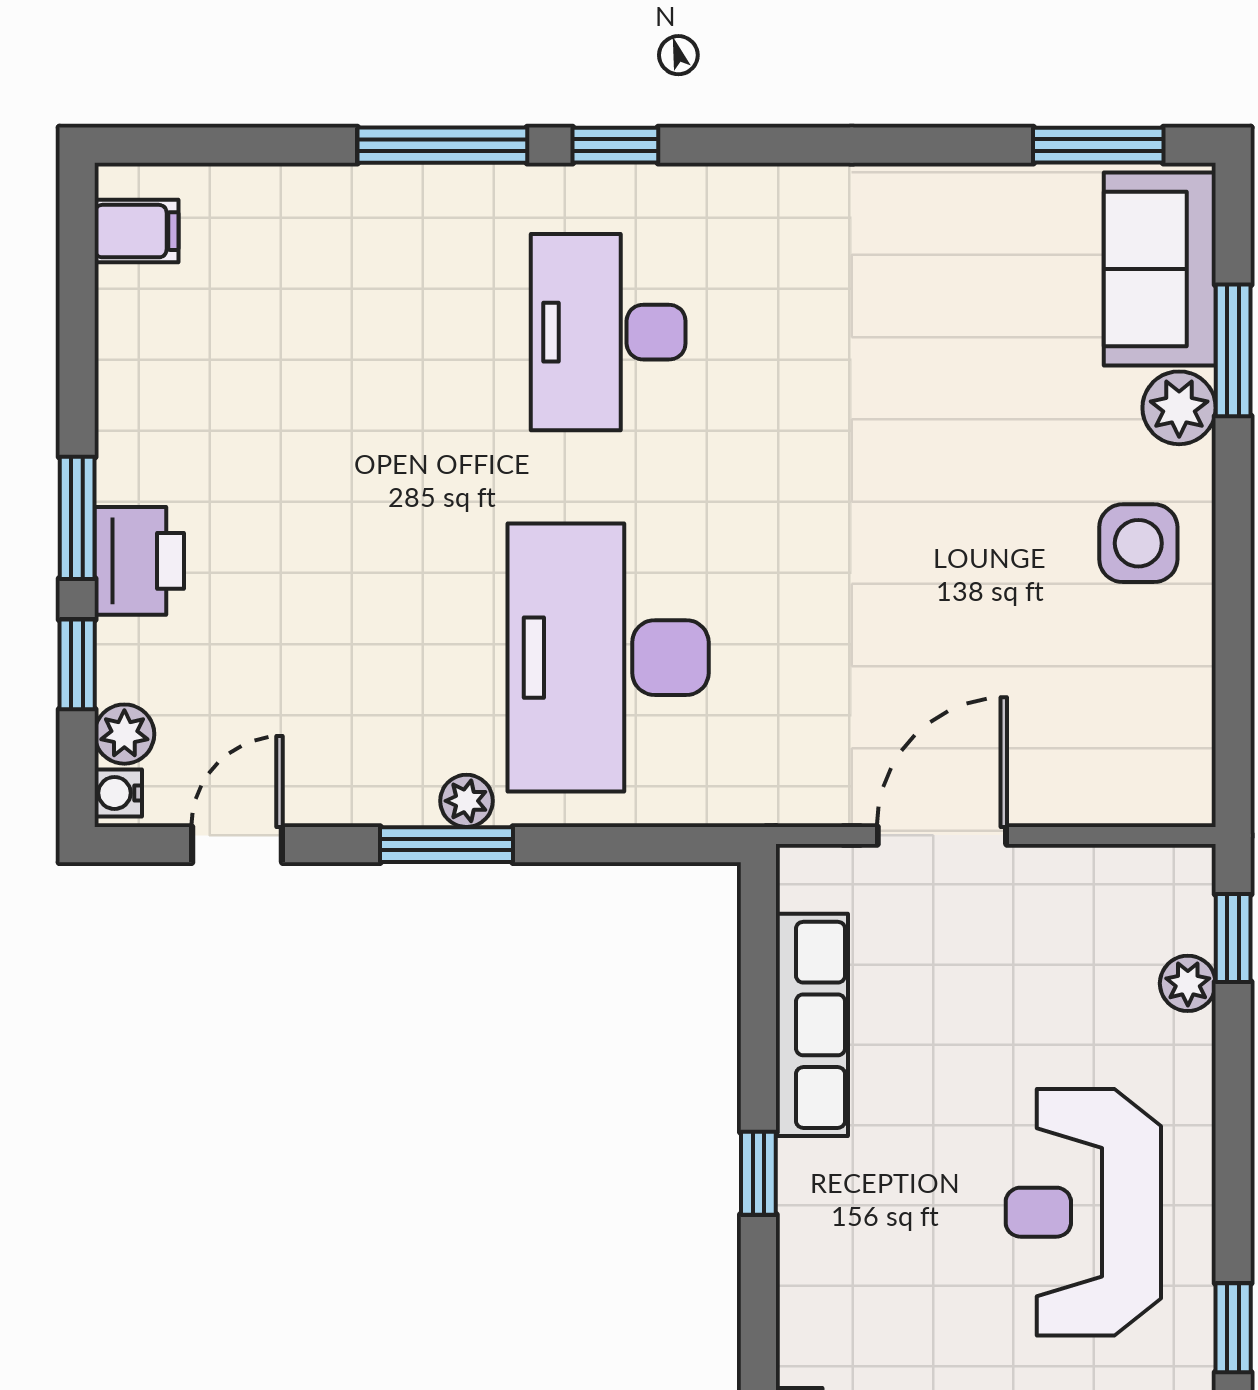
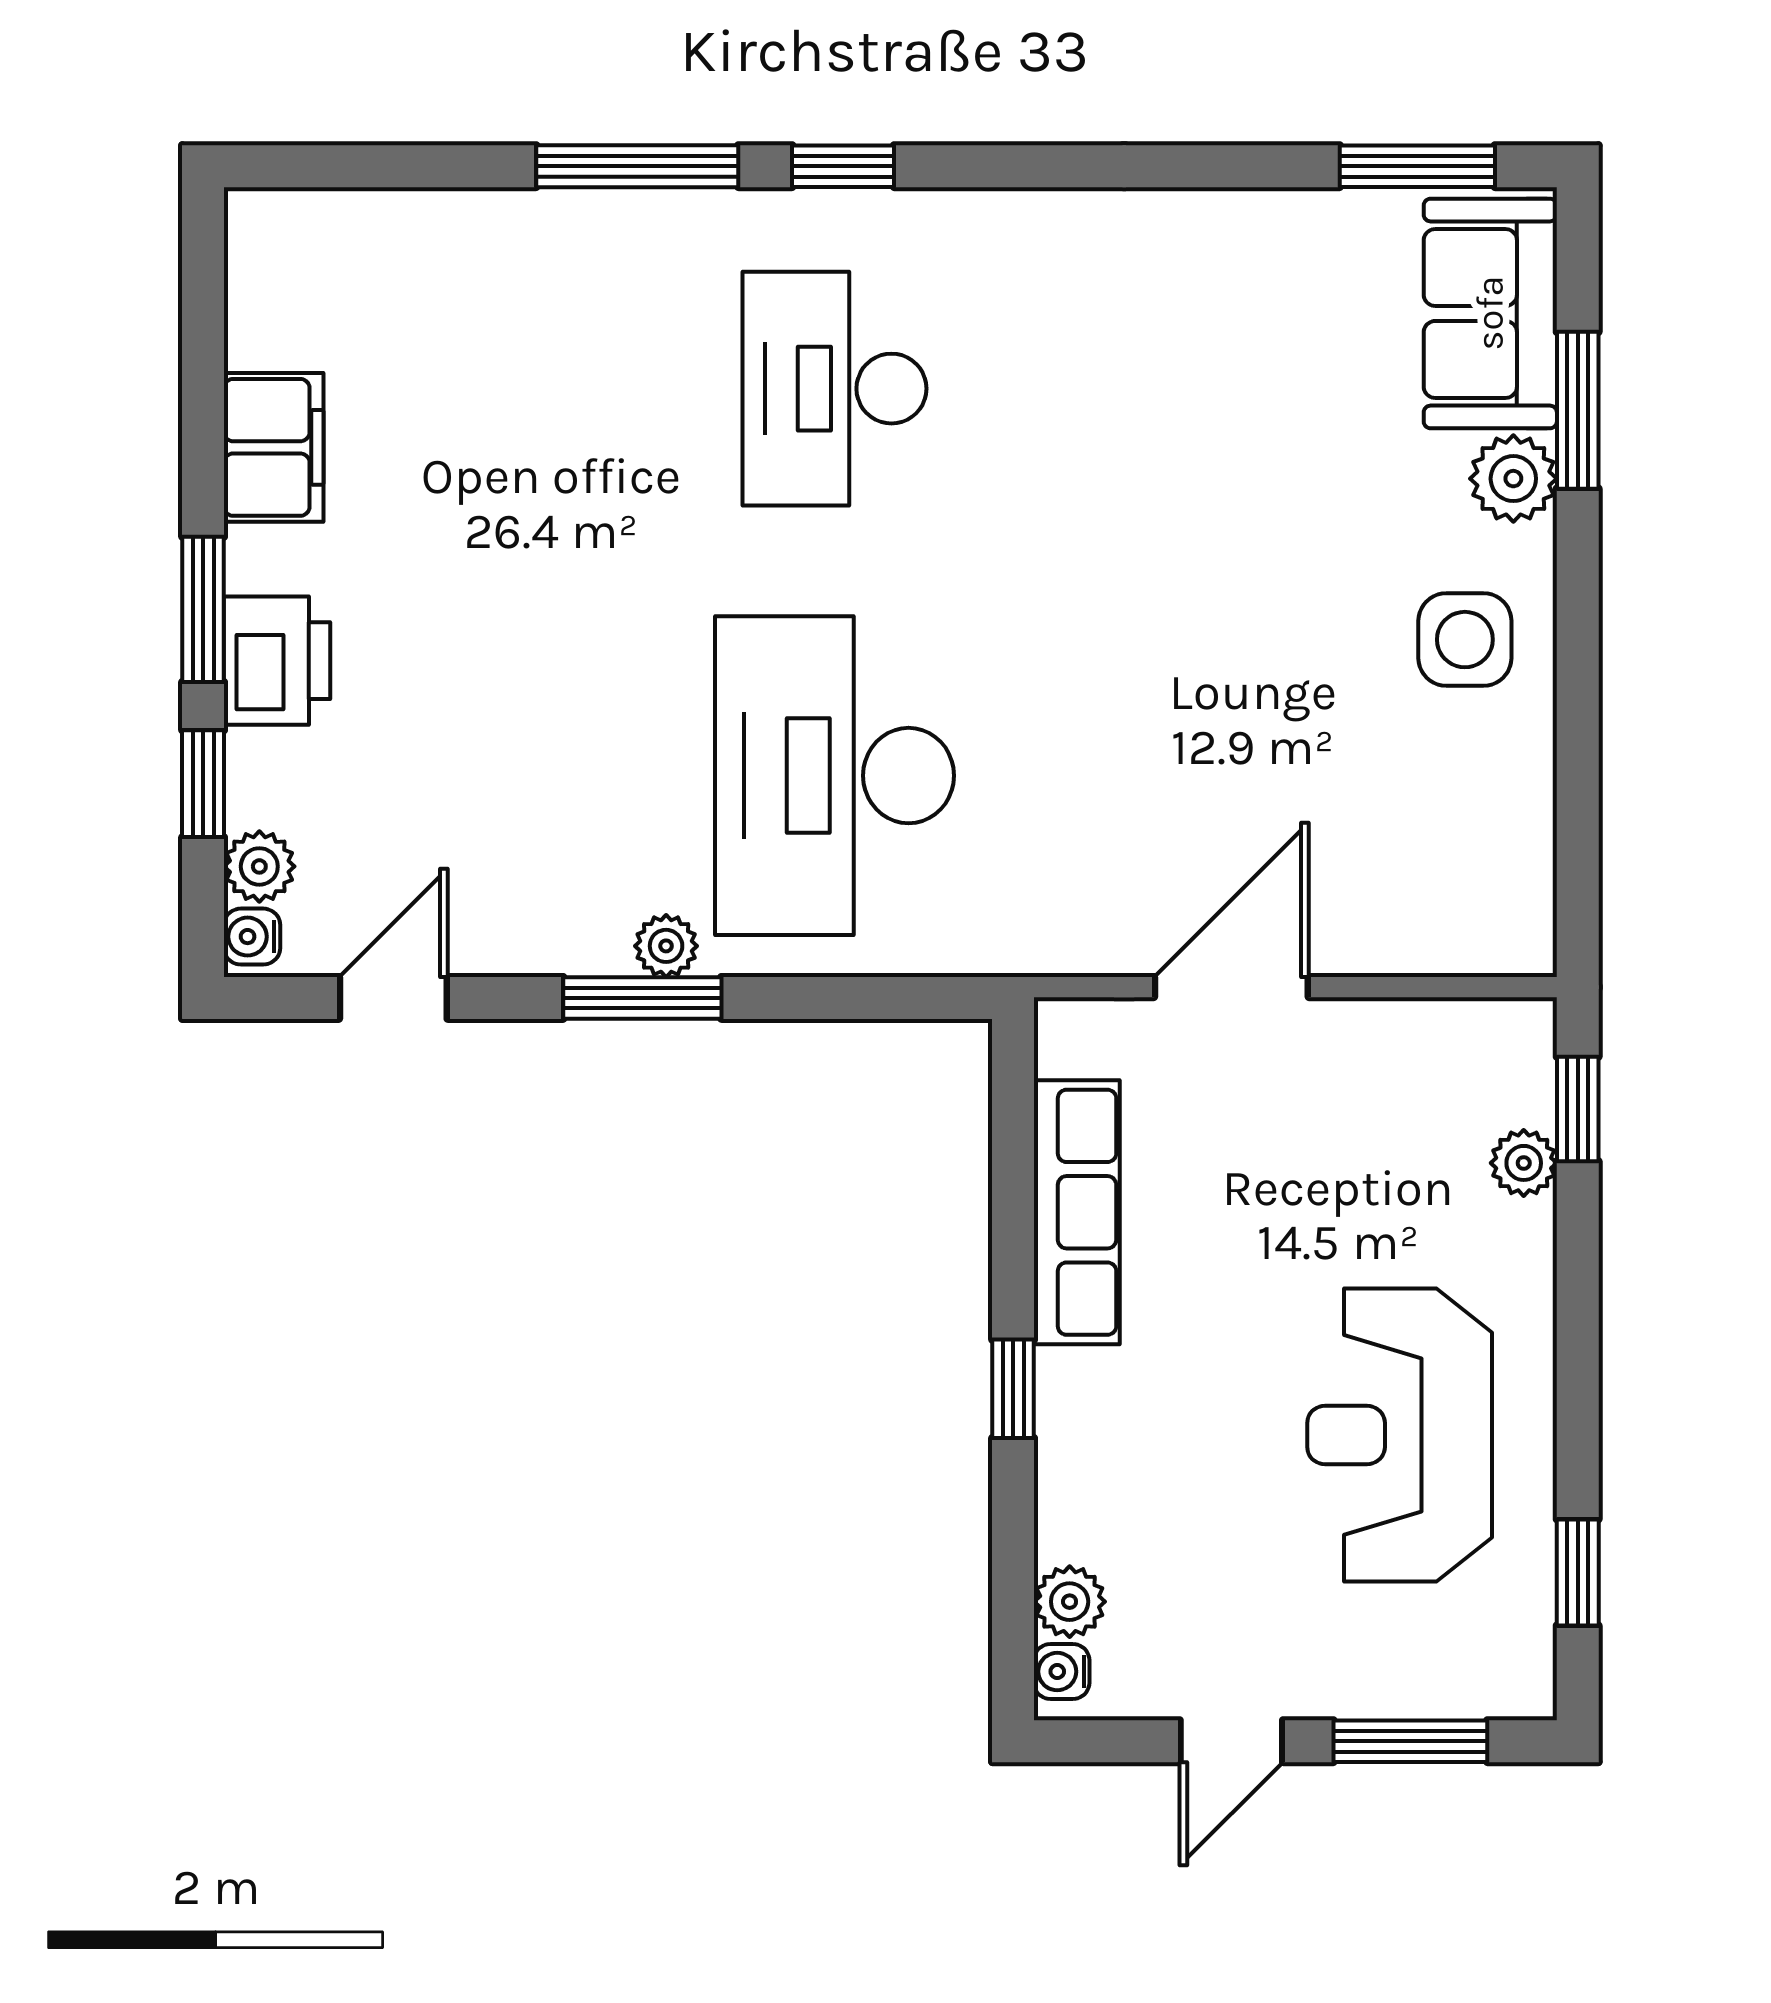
filing cabinet: (136, 231) -> (274, 447), moved, width x2.00
plant: (806, 1352) -> (1070, 1602), added

